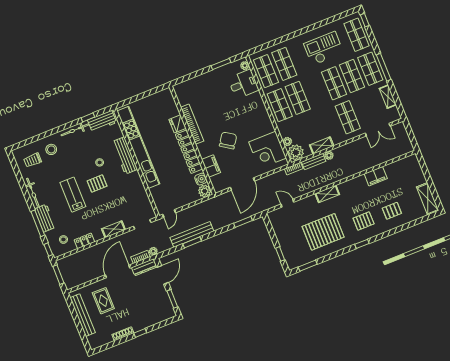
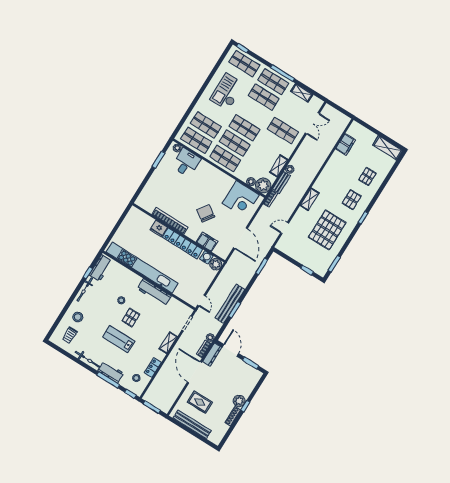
shop shelf: (334, 83) -> (244, 128), moved
workbench: (125, 155) -> (154, 292), moved
filing cabinet: (376, 176) -> (346, 144), moved
plant: (138, 325) -> (239, 401), added

